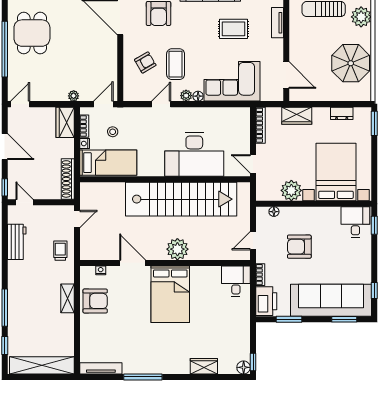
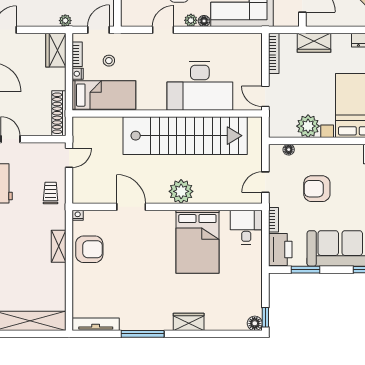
nightstand: (101, 270) -> (78, 215), moved
bed: (170, 294) -> (197, 242), moved
wardrobe: (204, 366) -> (189, 322), moved

